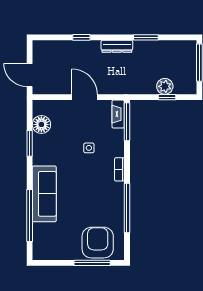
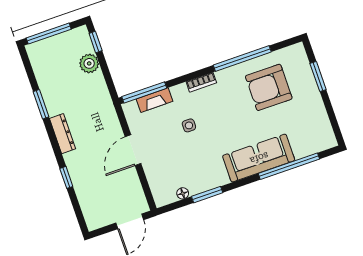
window: (167, 97) -> (96, 42), moved
fireplace: (118, 114) -> (154, 100), moved
floor lamp: (41, 124) -> (183, 193), width x0.53, depth x0.53
armchair: (98, 243) -> (269, 87), moved
window: (92, 263) -> (318, 77), width x0.69

